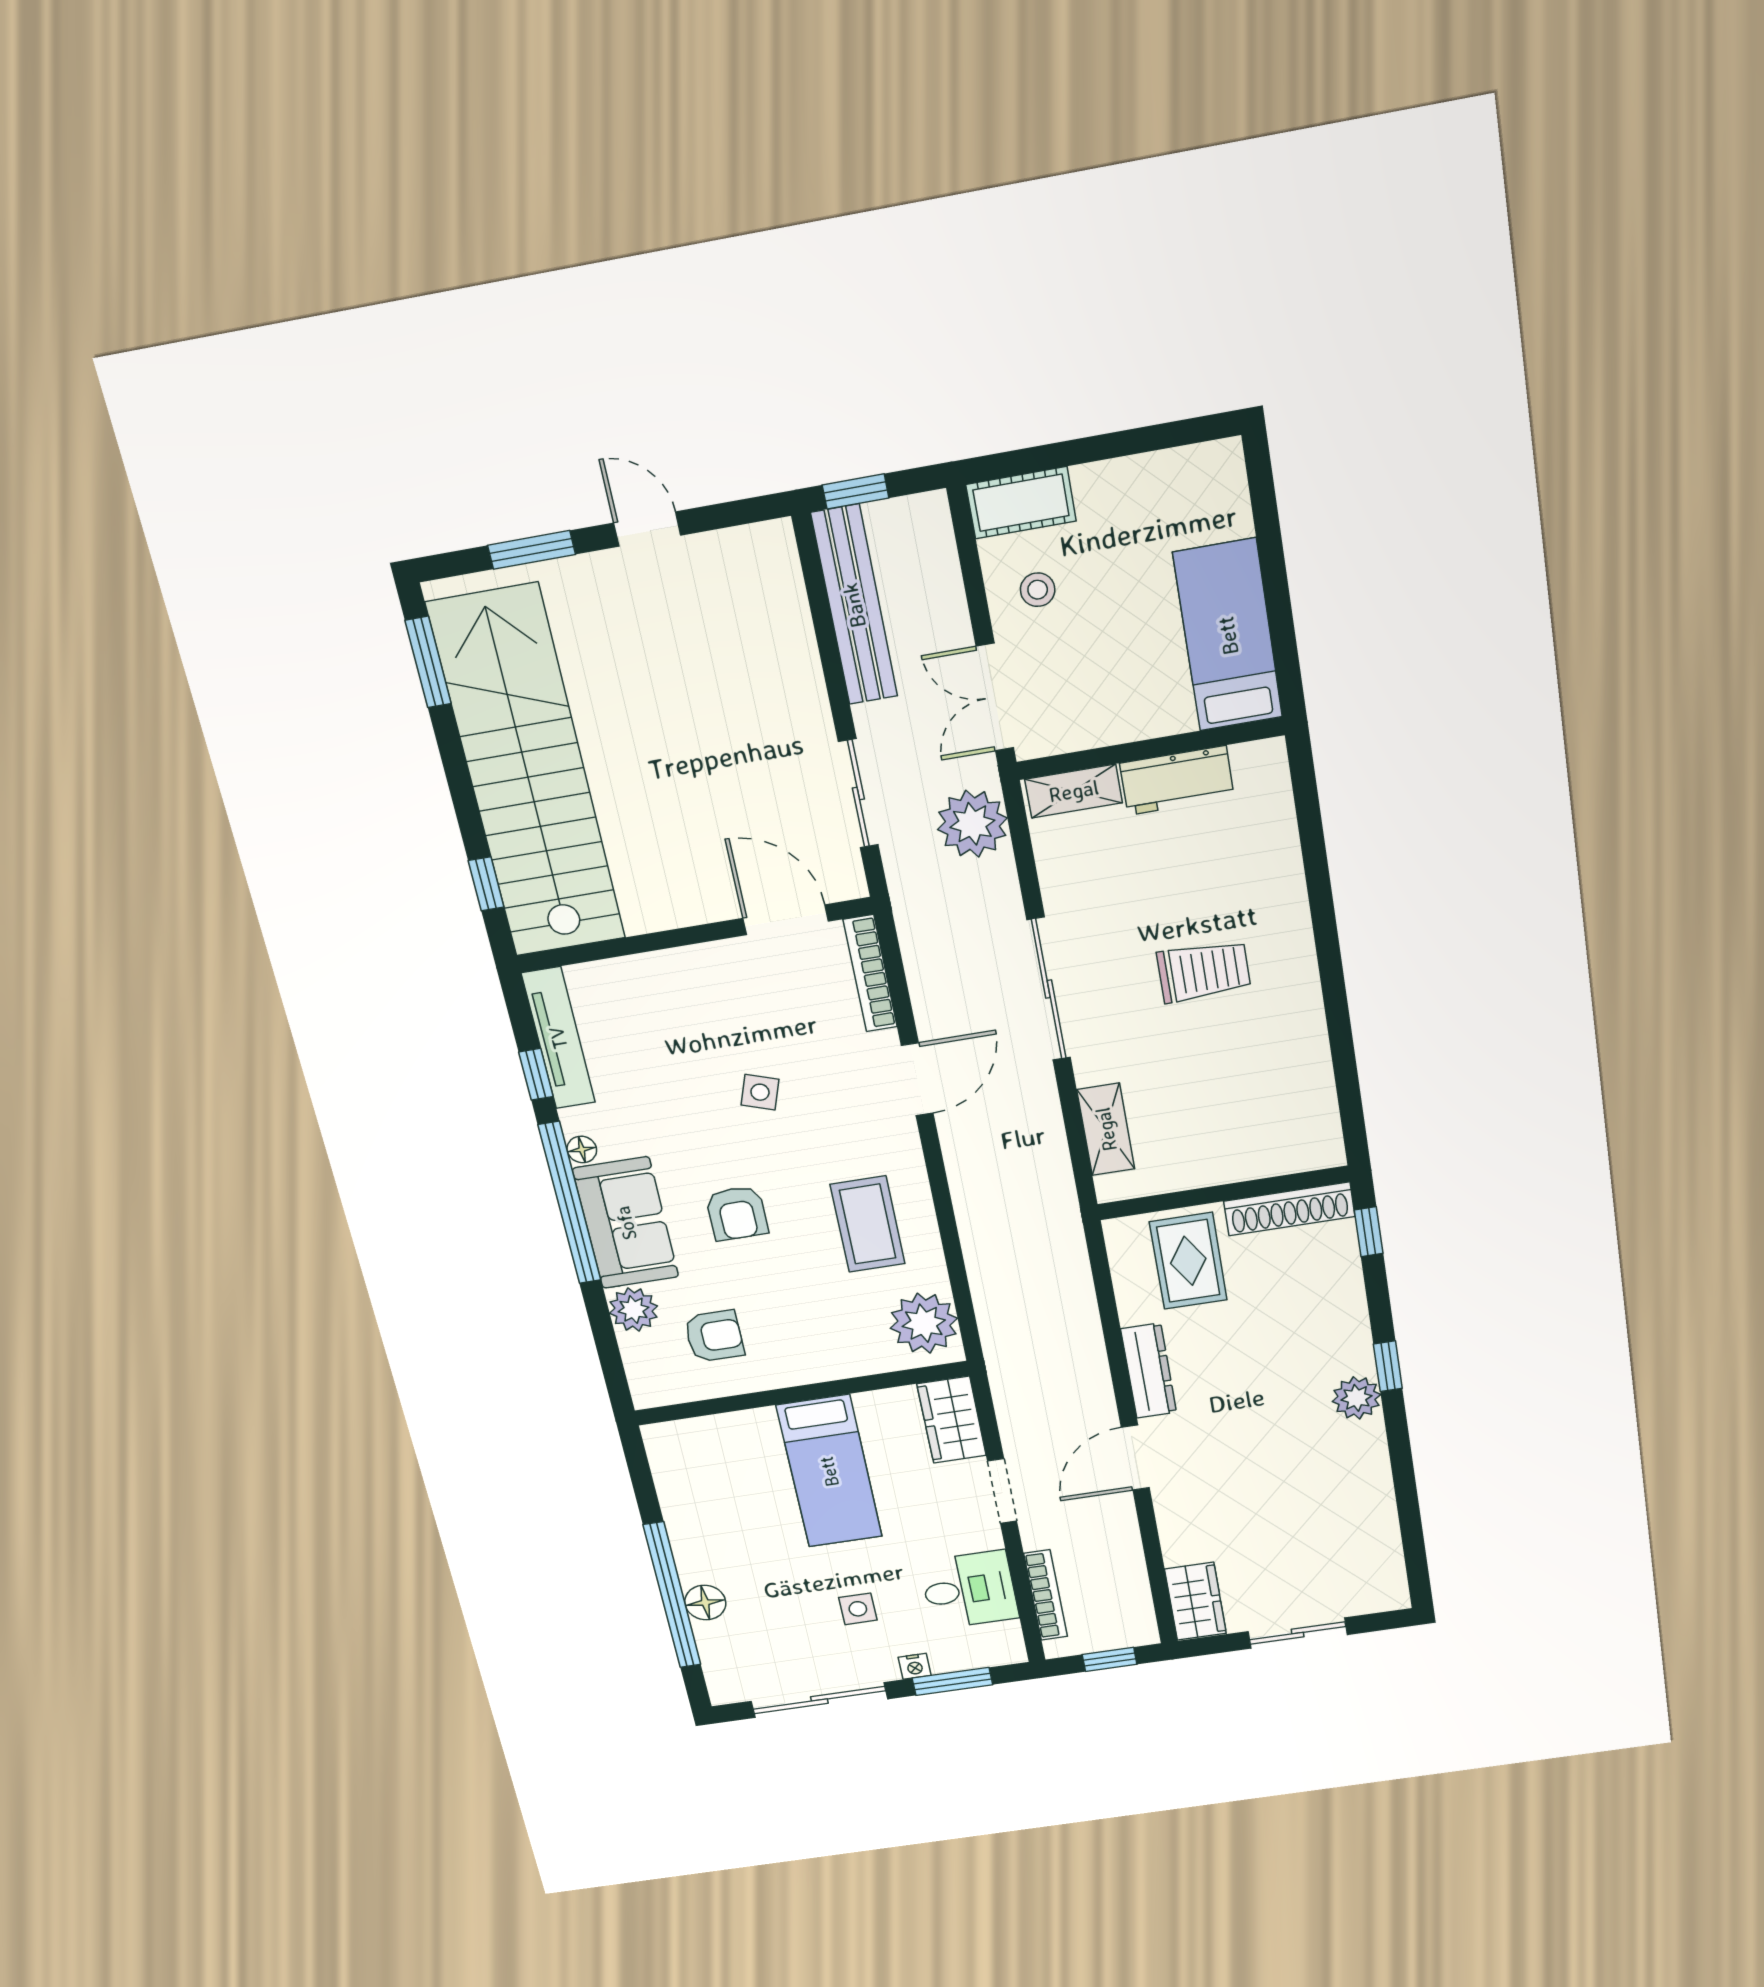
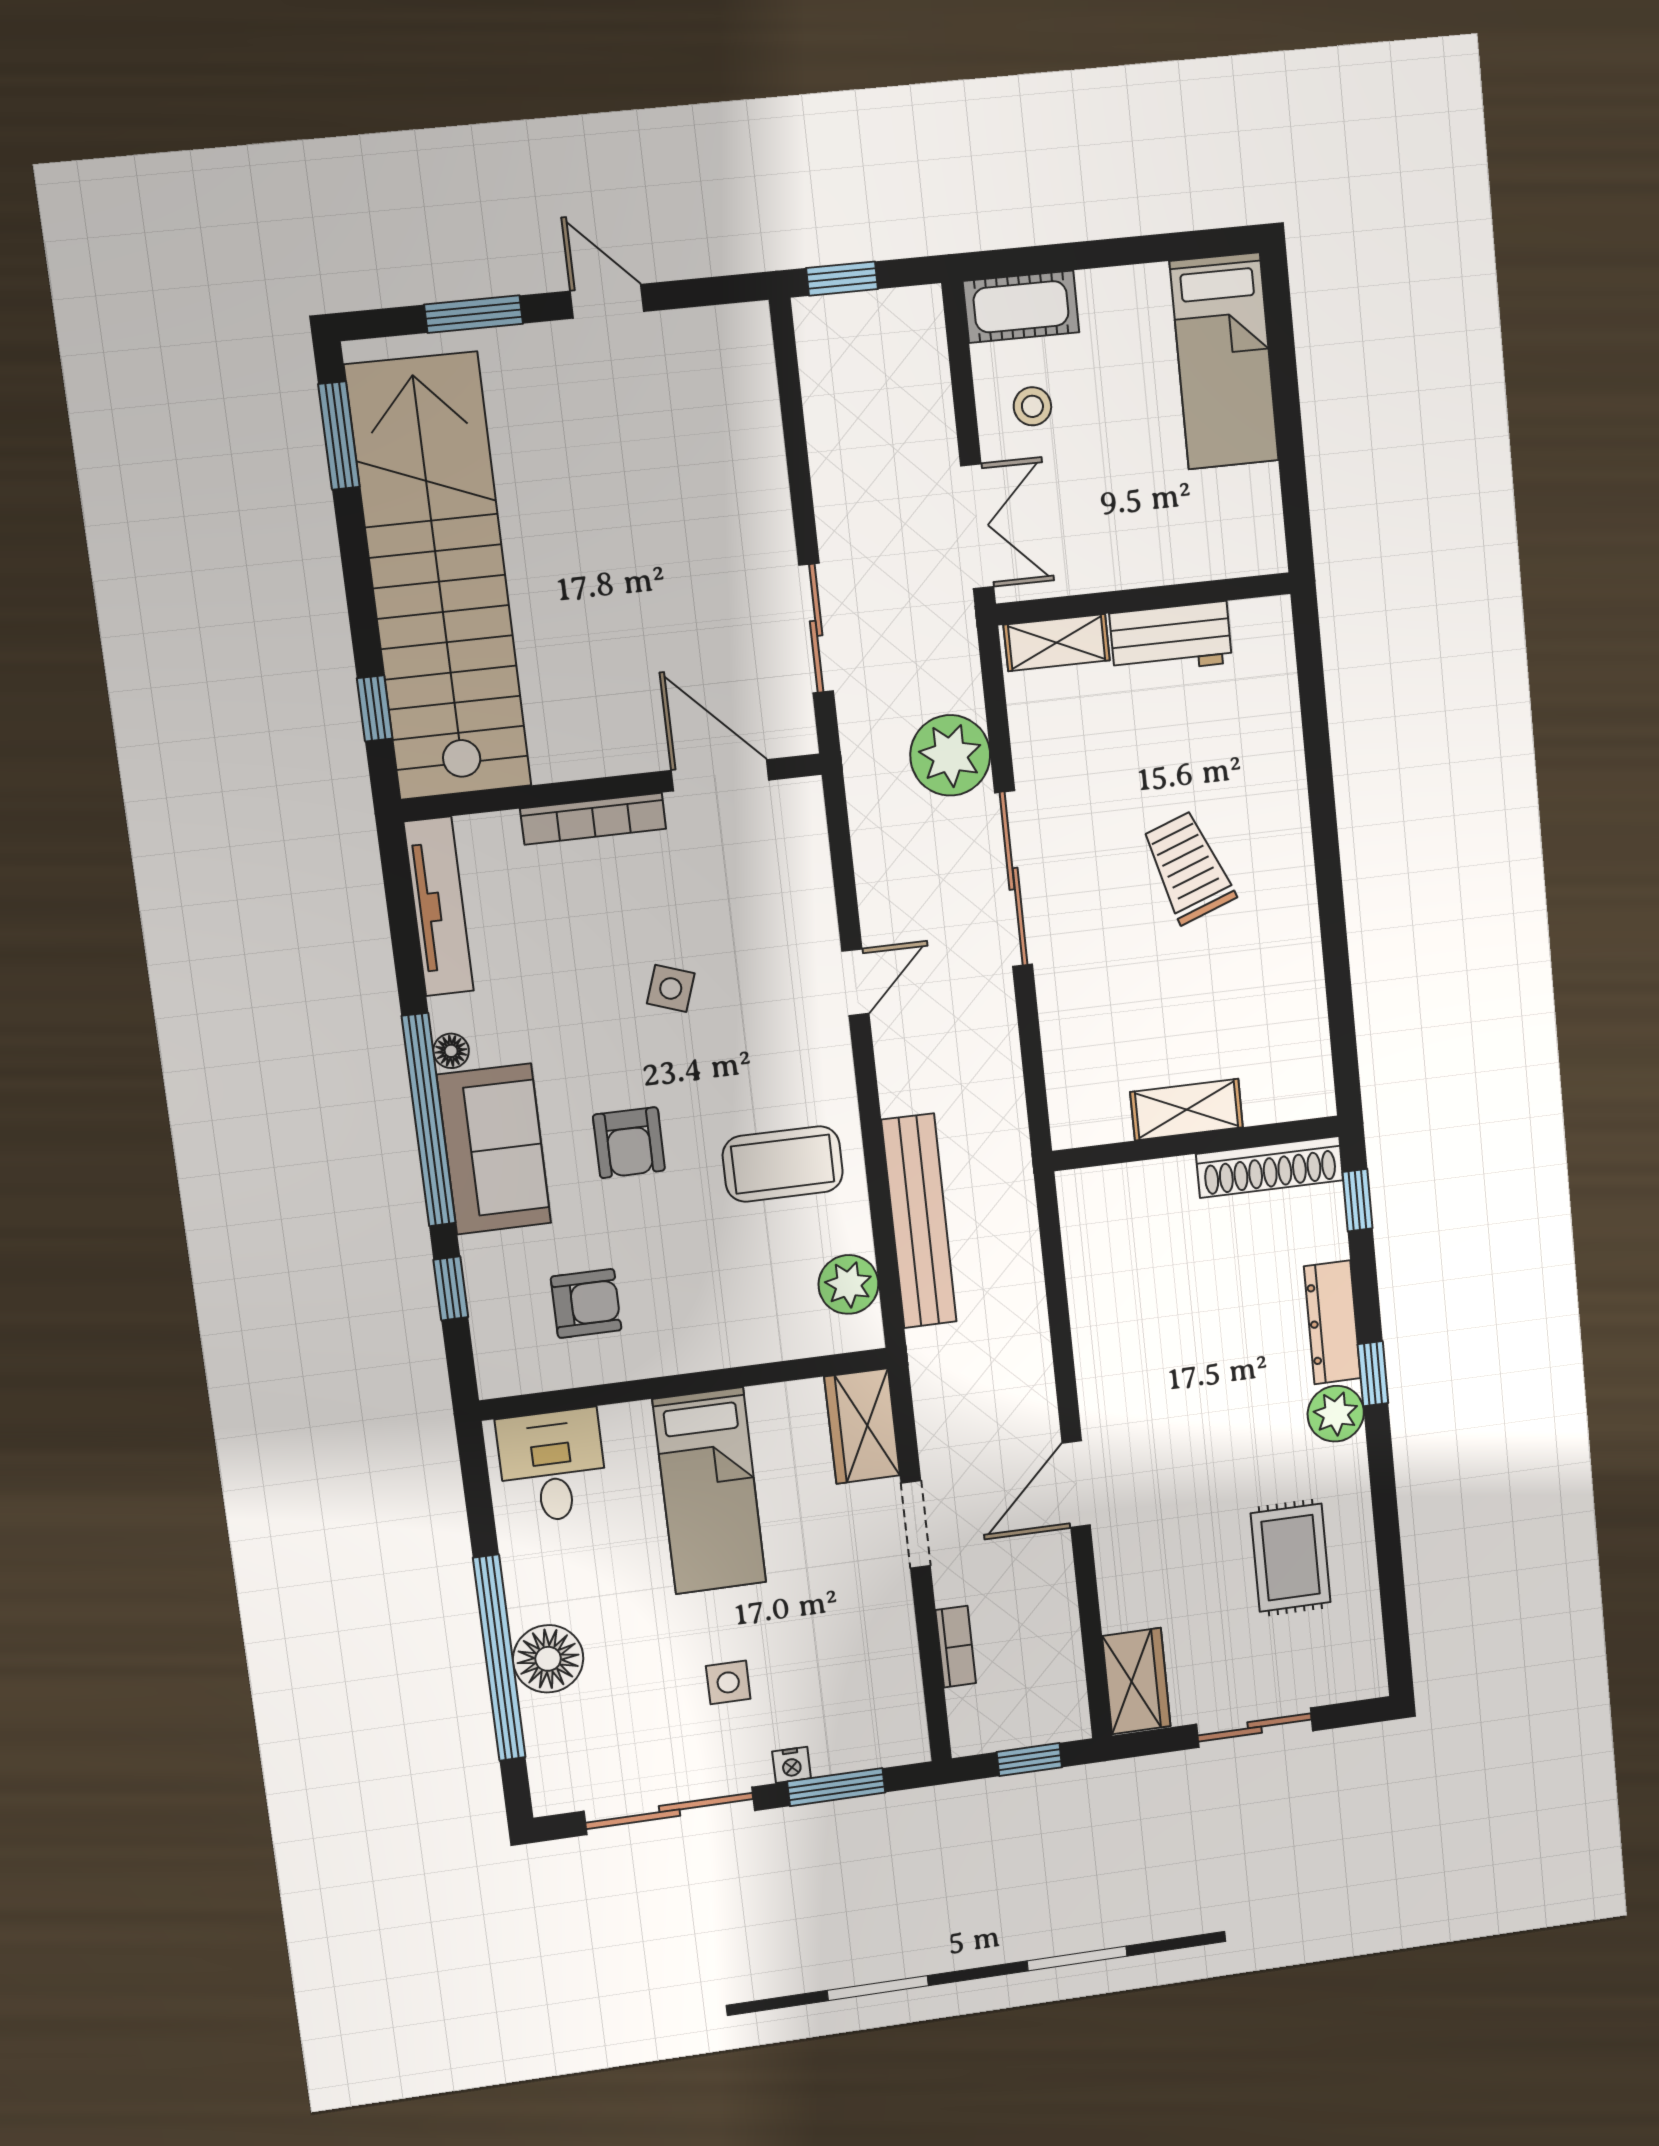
bench: (854, 605) -> (919, 1221), moved
bed: (1228, 635) -> (1224, 361), moved, turned 180
double door: (995, 697) -> (977, 526), swing flipped
plant: (972, 824) -> (950, 755), moved
trolley: (1204, 971) -> (1188, 868), turned -110
bookcase: (870, 973) -> (593, 819), moved, turned -90
window: (536, 1074) -> (451, 1288), moved
door: (917, 1079) -> (855, 982), width x0.73
shelving: (1106, 1129) -> (1187, 1110), moved, turned 90
coffee table: (868, 1224) -> (783, 1164), turned 90
rug: (1188, 1261) -> (1291, 1558), moved
plant: (634, 1310) -> (491, 1264), removed
plant: (924, 1323) -> (848, 1284), width x0.73, depth x0.73
dresser: (1149, 1371) -> (1332, 1322), moved, turned 180
desk: (969, 1590) -> (552, 1466), moved, turned -90
bookcase: (1046, 1595) -> (956, 1647), width x0.64
floor lamp: (705, 1603) -> (548, 1659), width x1.38, depth x1.38

